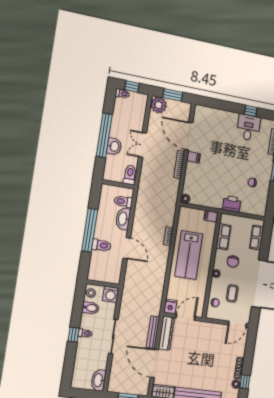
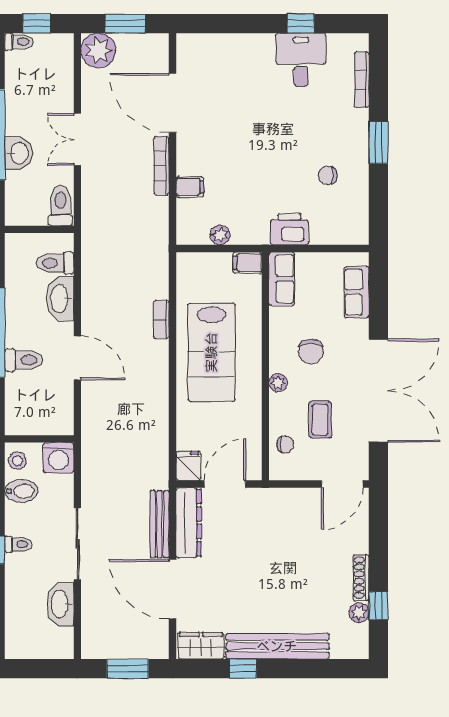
filing cabinet: (193, 157) -> (190, 187), moved
plant: (185, 199) -> (220, 235), moved
row of seats: (223, 237) -> (282, 279), moved
washbasin: (98, 380) -> (60, 604), moved

